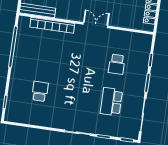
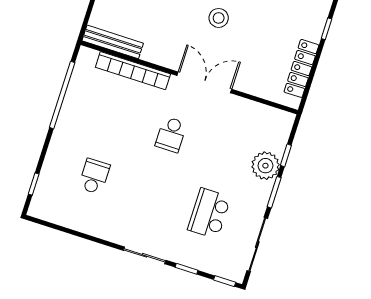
double door: (95, 25) -> (204, 82), width x1.37
school desk: (117, 64) -> (171, 134), moved
plant: (140, 68) -> (265, 166), added

